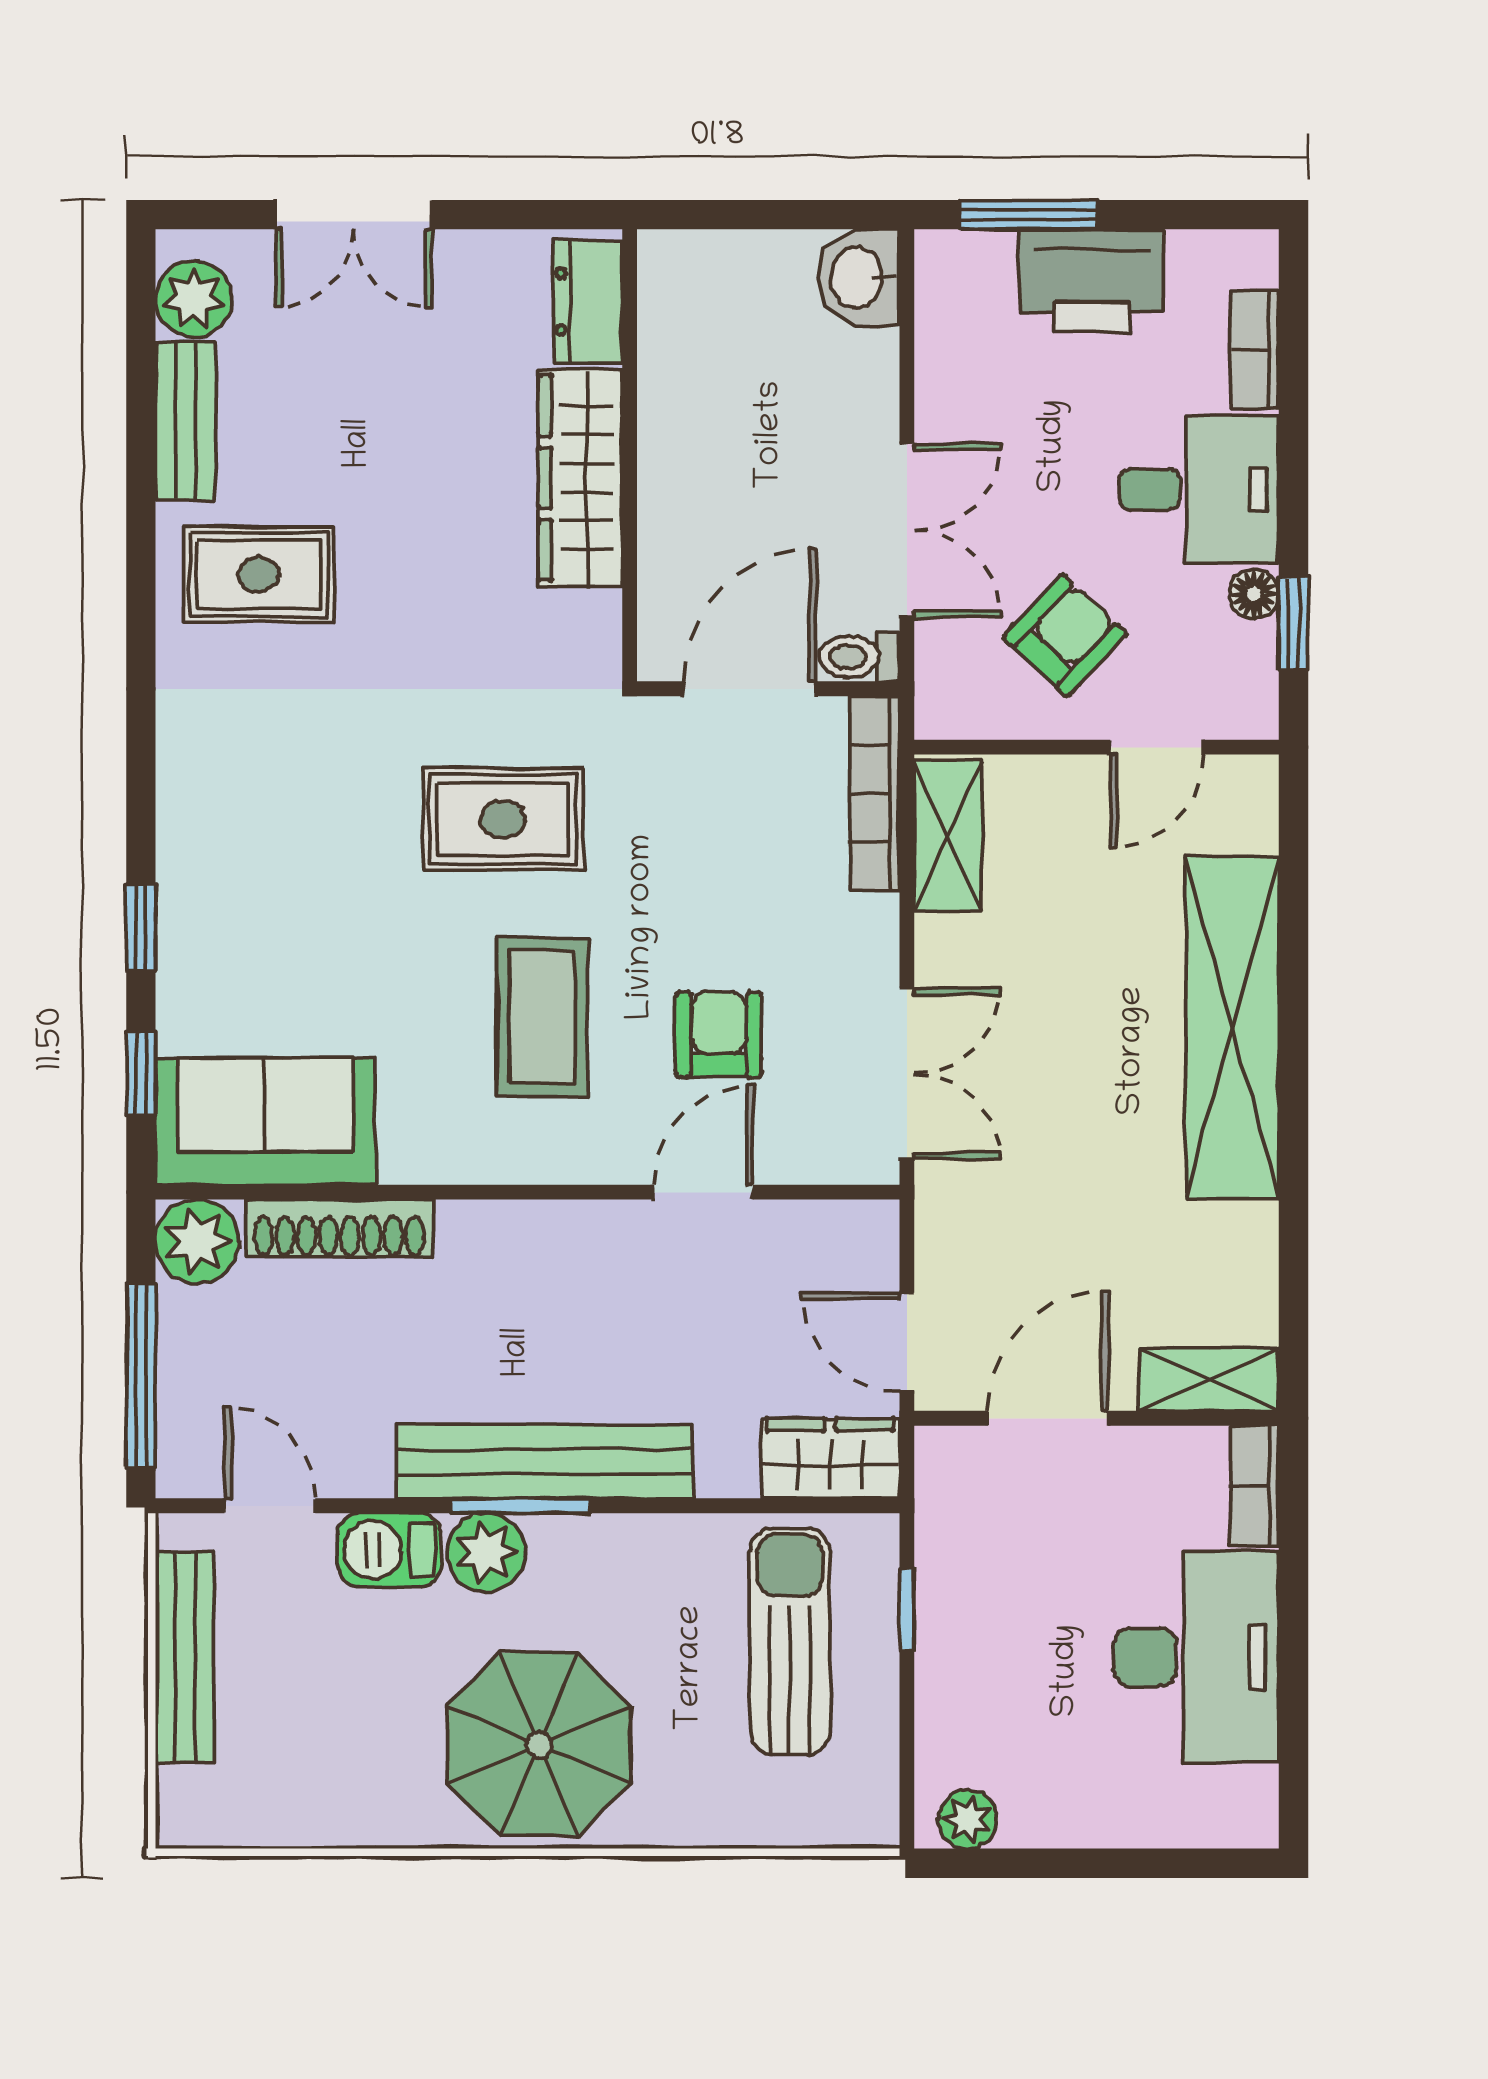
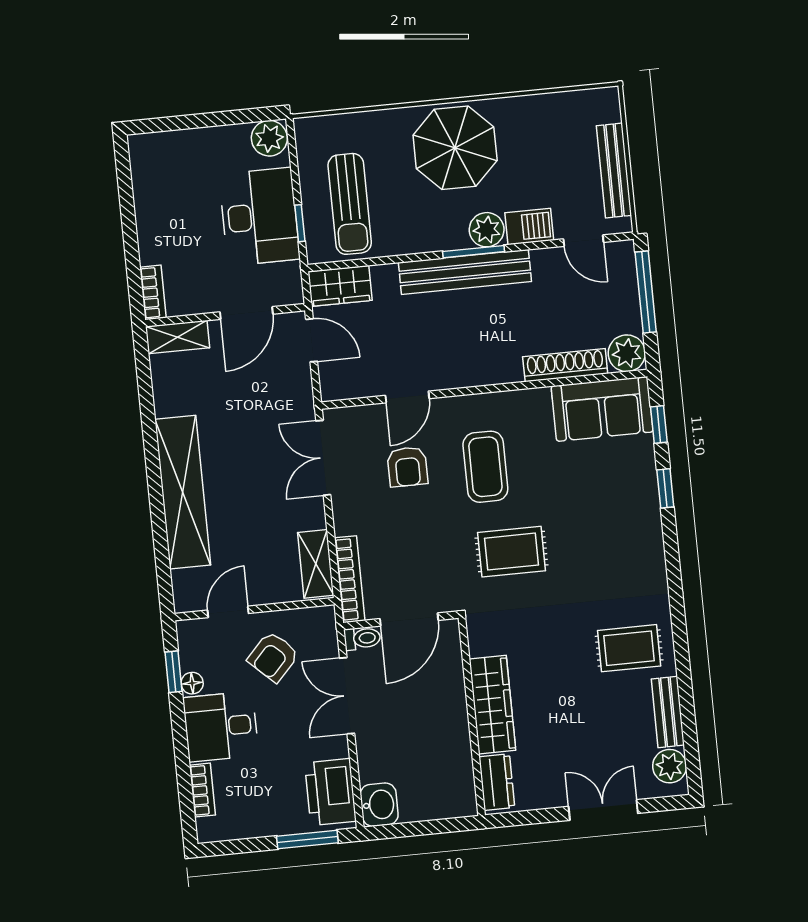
printer: (1091, 281) -> (331, 792), moved, turned -90
desk: (1196, 1657) -> (259, 217), moved, turned 180
plant: (968, 1819) -> (269, 138), width x1.38, depth x1.38

